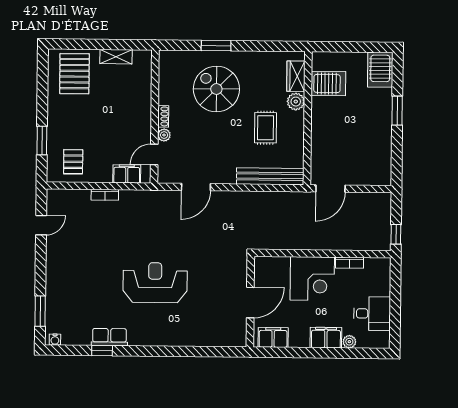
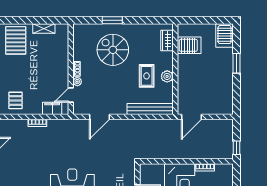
plant: (296, 102) -> (167, 76), moved

